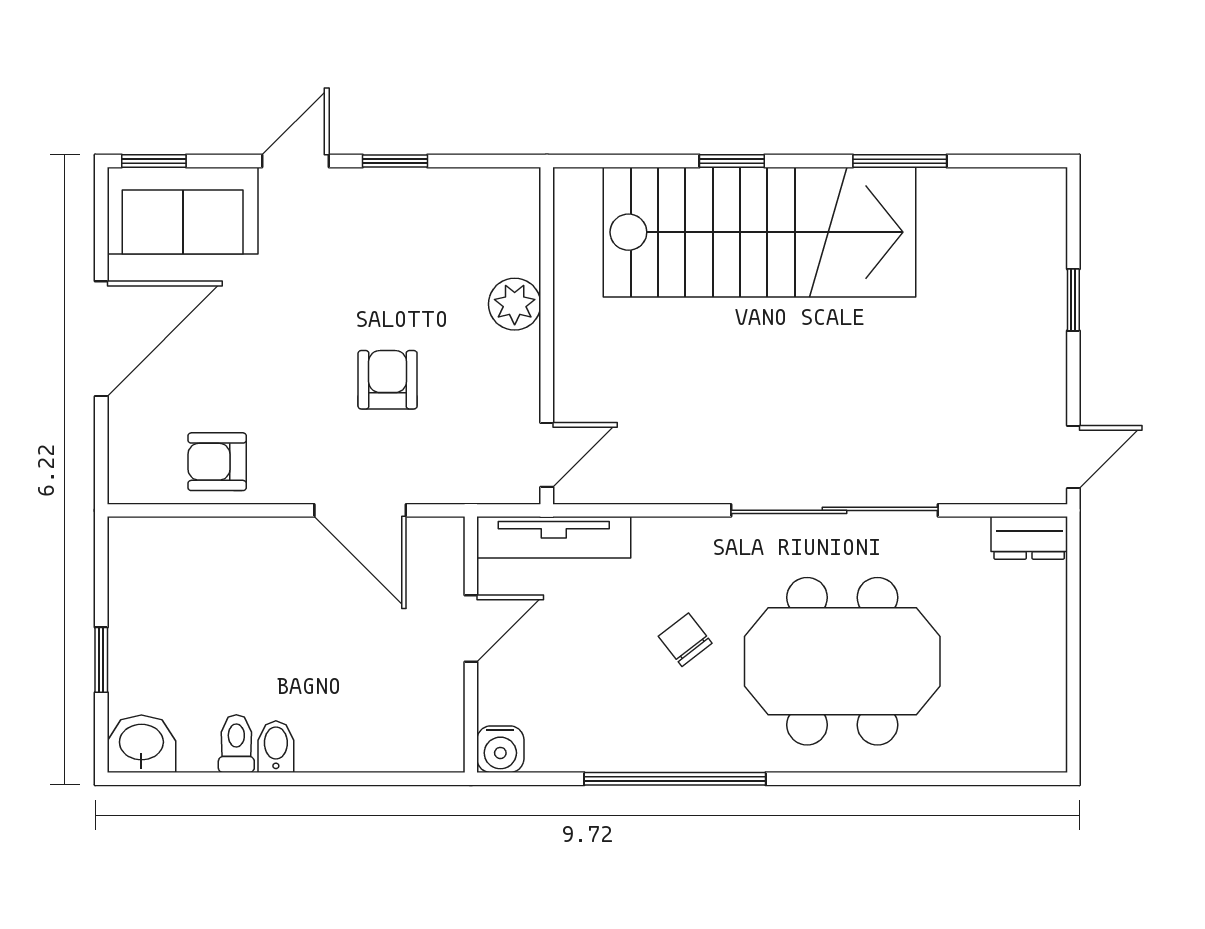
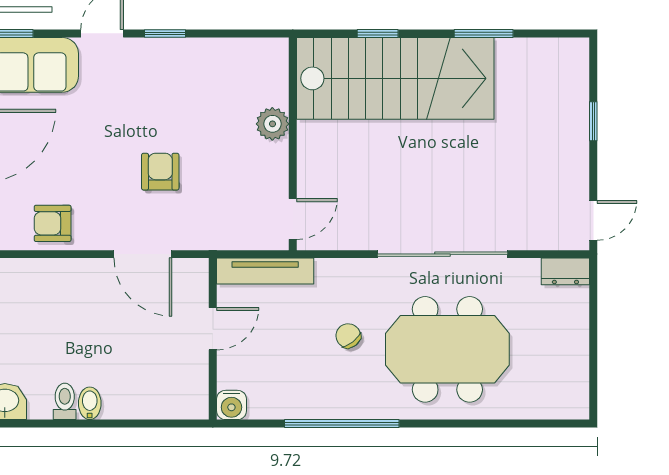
plant: (515, 304) -> (272, 124), moved
wall: (547, 336) -> (293, 144), moved
door: (547, 455) -> (293, 219), moved

